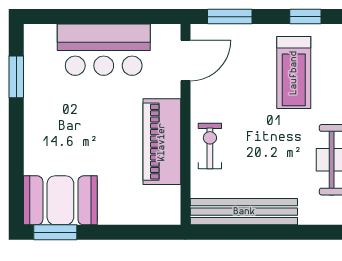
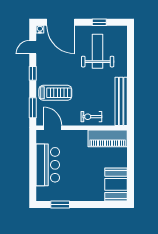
treadmill: (294, 73) -> (55, 93), moved
piano: (162, 142) -> (108, 138), moved
window: (55, 232) -> (131, 187), removed

